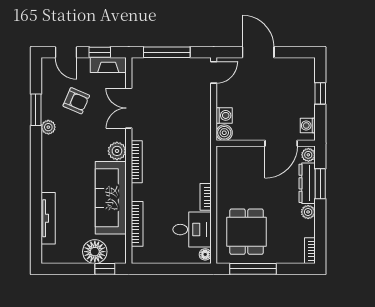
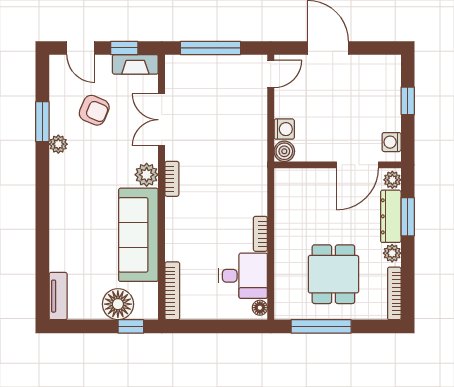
bookcase: (137, 162) -> (172, 179), width x0.64
tv unit: (48, 218) -> (58, 296), moved, width x0.71
bookcase: (137, 224) -> (172, 291), moved
dining table: (247, 232) -> (333, 274), moved
bookcase: (310, 251) -> (394, 293), width x1.56

